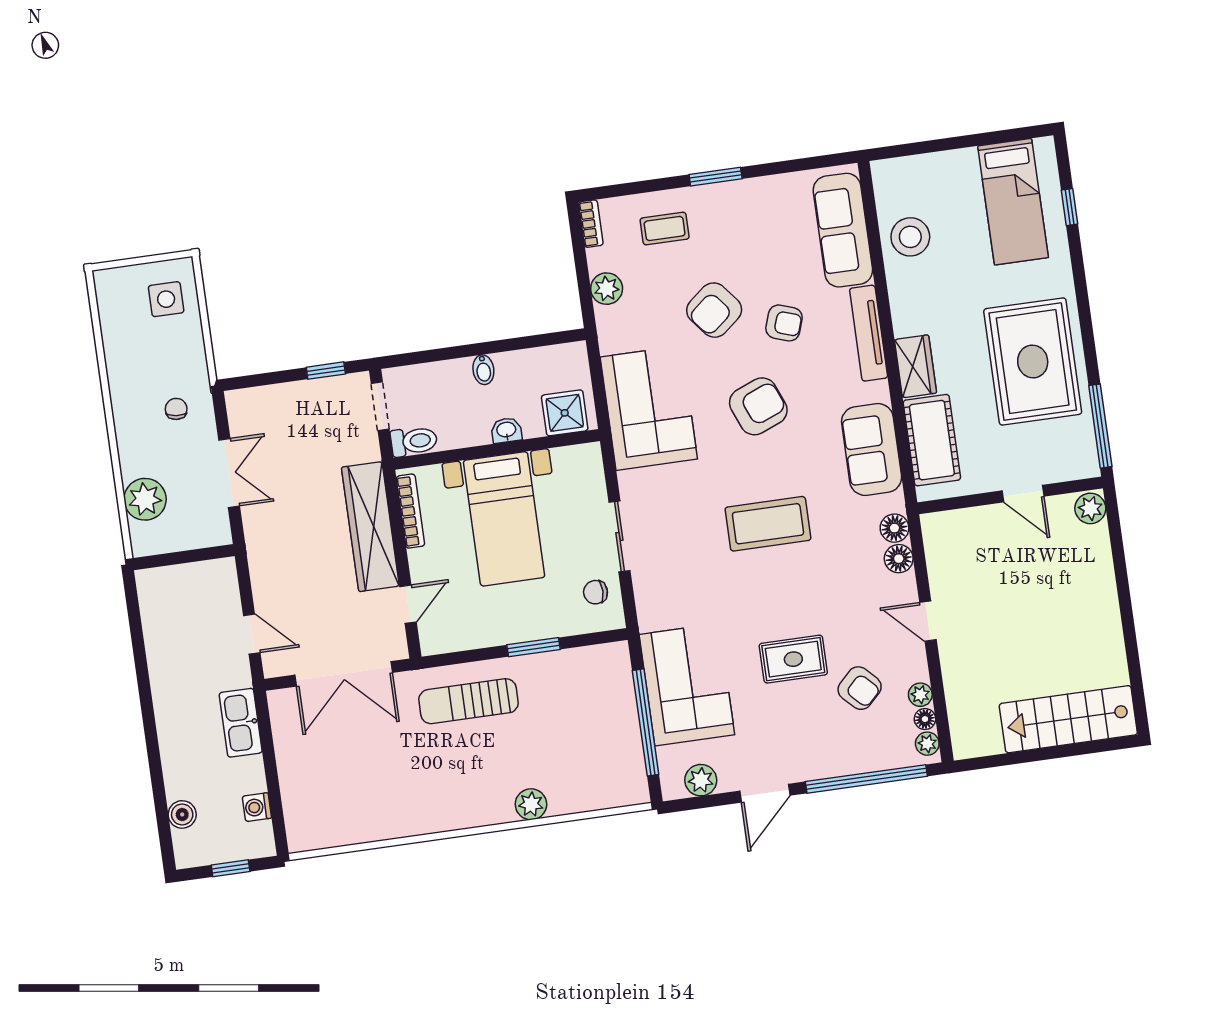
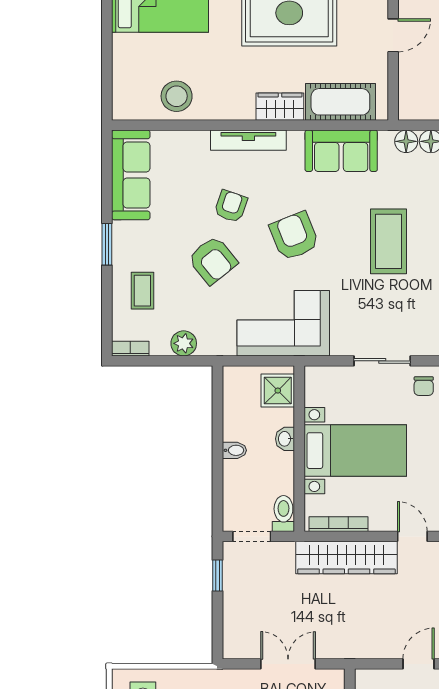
sofa: (843, 230) -> (131, 175), moved, turned -90

